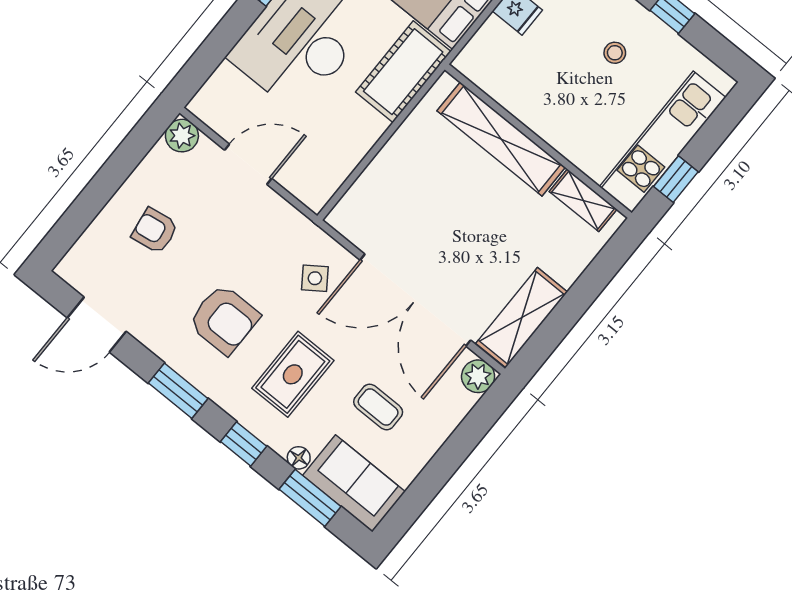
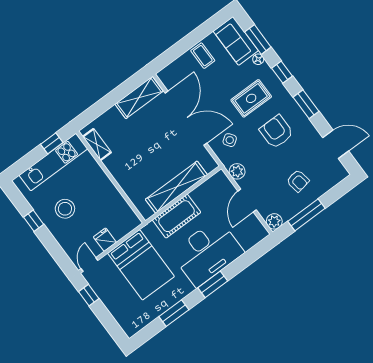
stool: (615, 53) -> (65, 209), width x1.89, depth x1.89
cot: (403, 72) -> (177, 216), moved
shelving: (501, 139) -> (176, 187), moved, turned 90
door: (248, 164) -> (247, 200), hinge flipped
window: (120, 166) -> (306, 215), added
plant: (478, 376) -> (237, 171), moved
coffee table: (378, 407) -> (203, 56), moved

